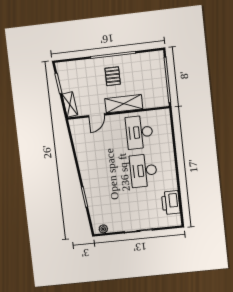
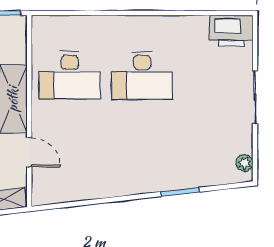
printer: (171, 203) -> (231, 31), moved

